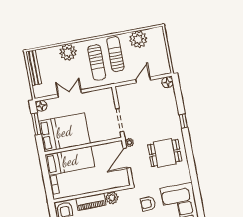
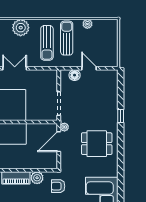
plant: (138, 39) -> (87, 24), width x0.53, depth x0.53
door: (143, 80) -> (89, 68), hinge flipped
floor lamp: (168, 82) -> (75, 75), moved
armchair: (148, 204) -> (58, 186), moved

